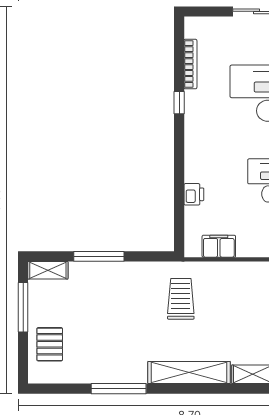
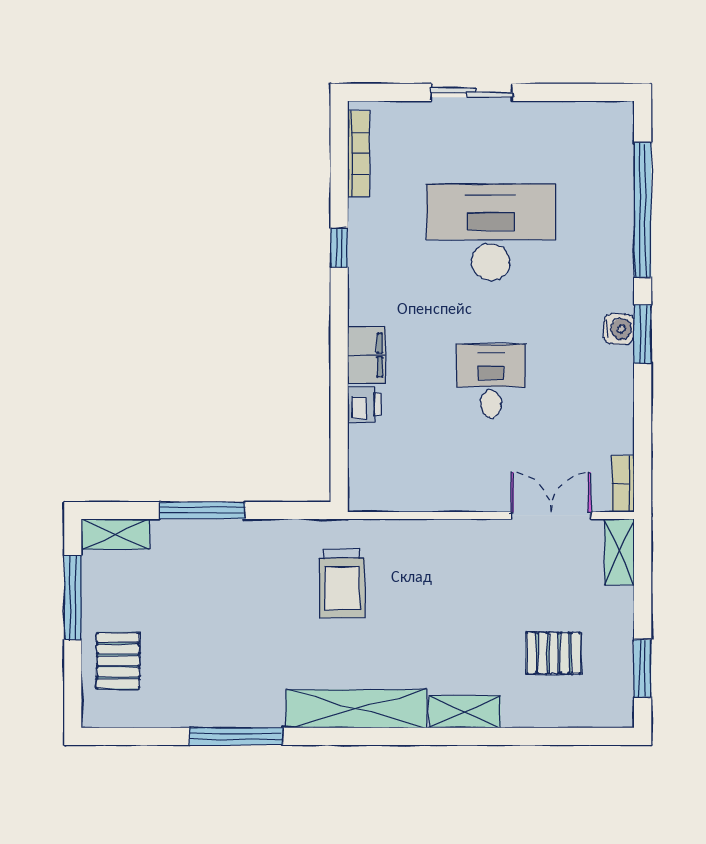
bookcase: (190, 64) -> (358, 154), moved
filing cabinet: (219, 246) -> (366, 355), moved, turned 90
trolley: (181, 299) -> (342, 583), turned 180

